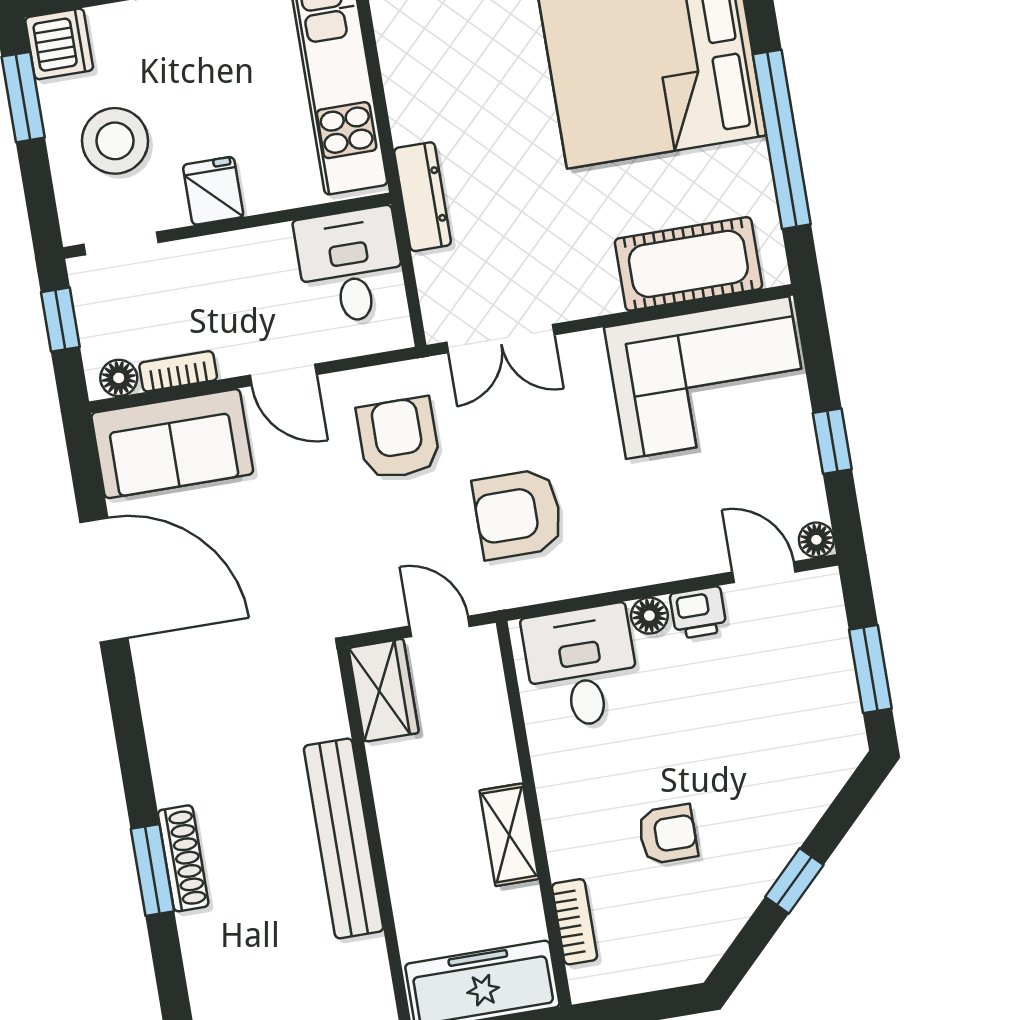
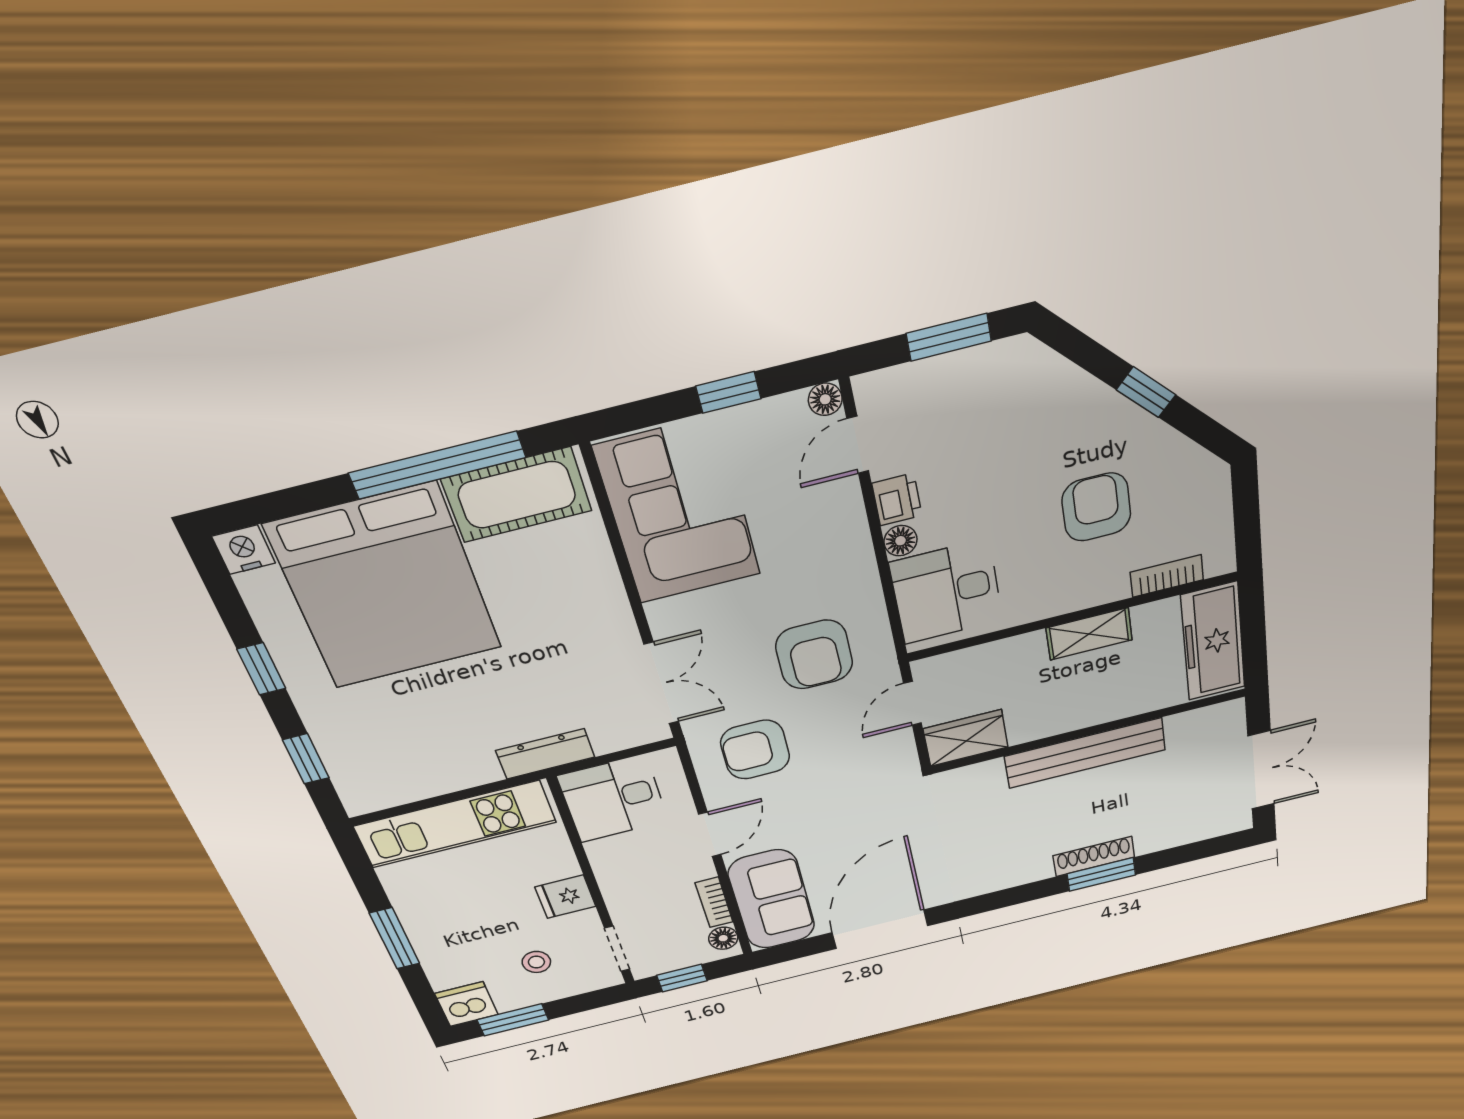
stool: (115, 141) -> (536, 962), width x0.53, depth x0.53
cot: (688, 264) -> (517, 495), moved, turned 90
armchair: (668, 834) -> (1096, 507), width x1.38, depth x1.38

